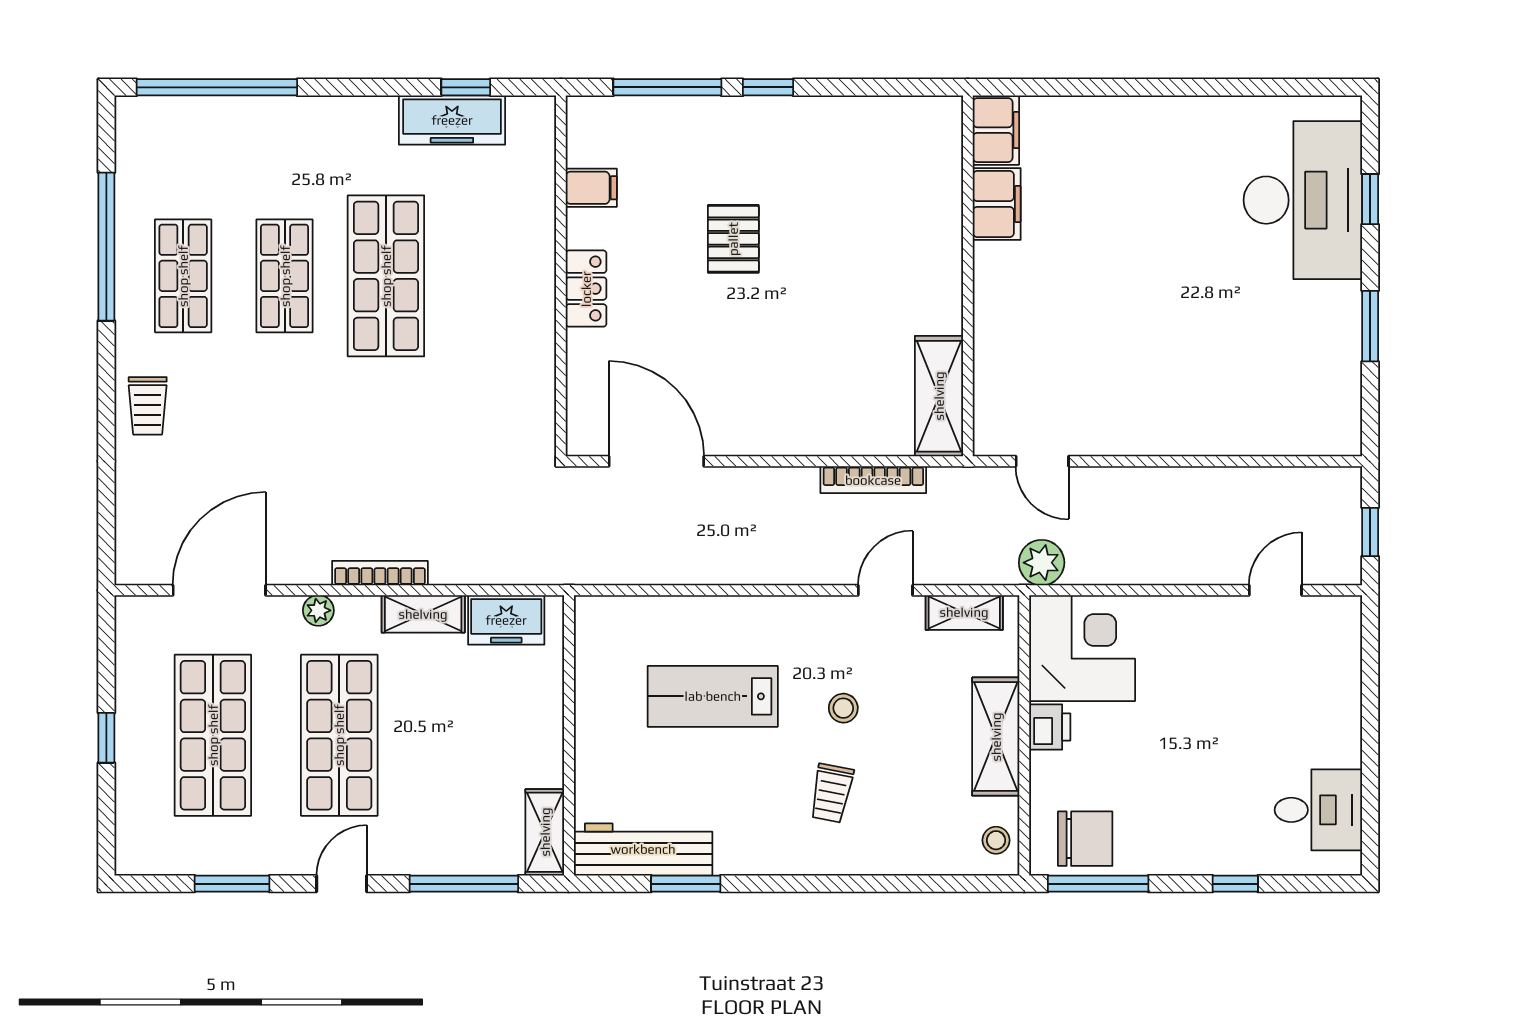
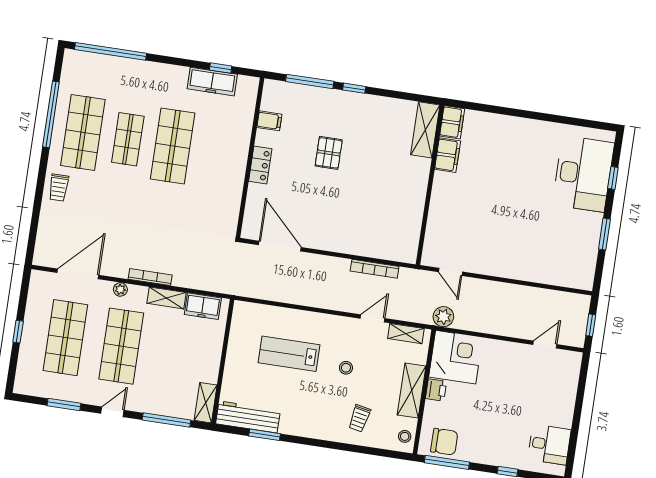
shop shelf: (183, 276) -> (83, 132), width x1.43, depth x1.36
shelving: (939, 396) -> (425, 130), moved
trolley: (832, 793) -> (359, 418), moved

